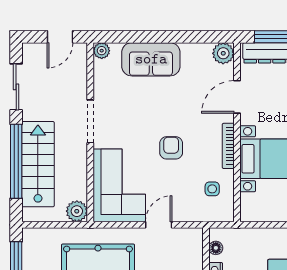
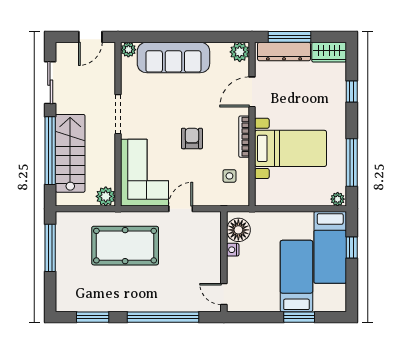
sofa: (151, 59) -> (173, 57), width x1.36
floor lamp: (216, 248) -> (238, 230), width x1.89, depth x1.89

